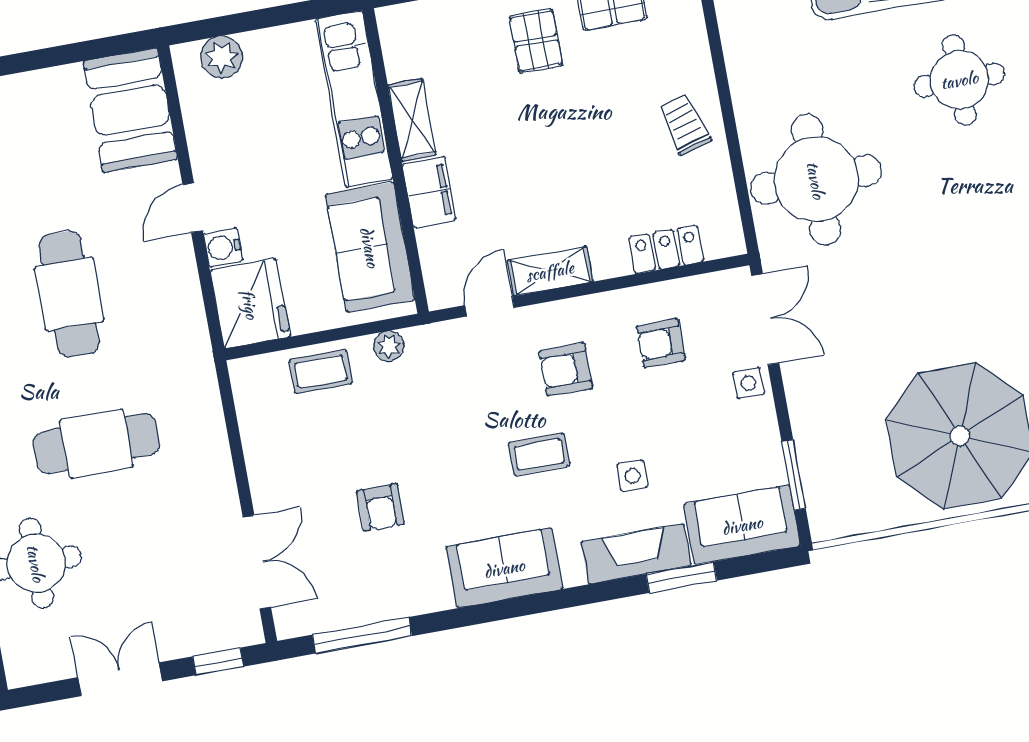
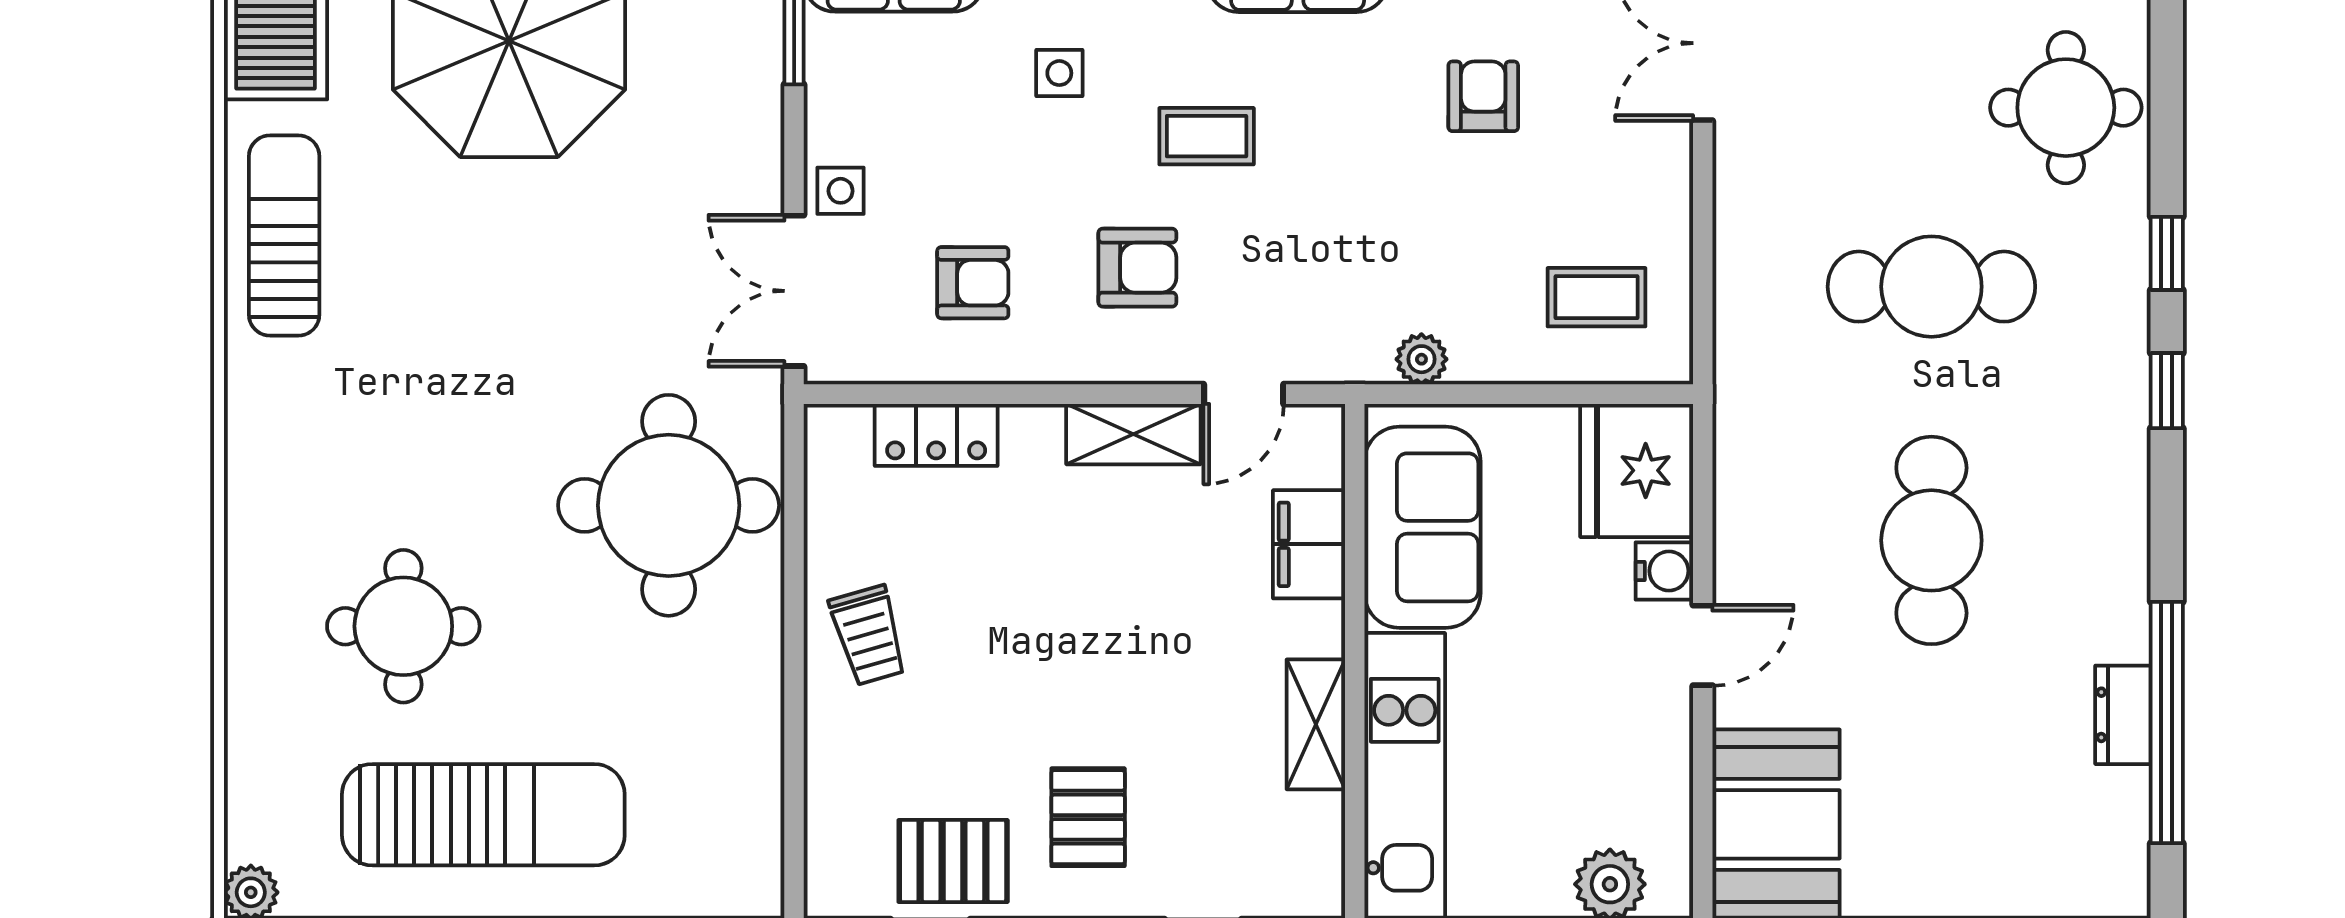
filing cabinet: (429, 192) -> (1309, 544), moved
coffee table: (321, 372) -> (1597, 297), moved

